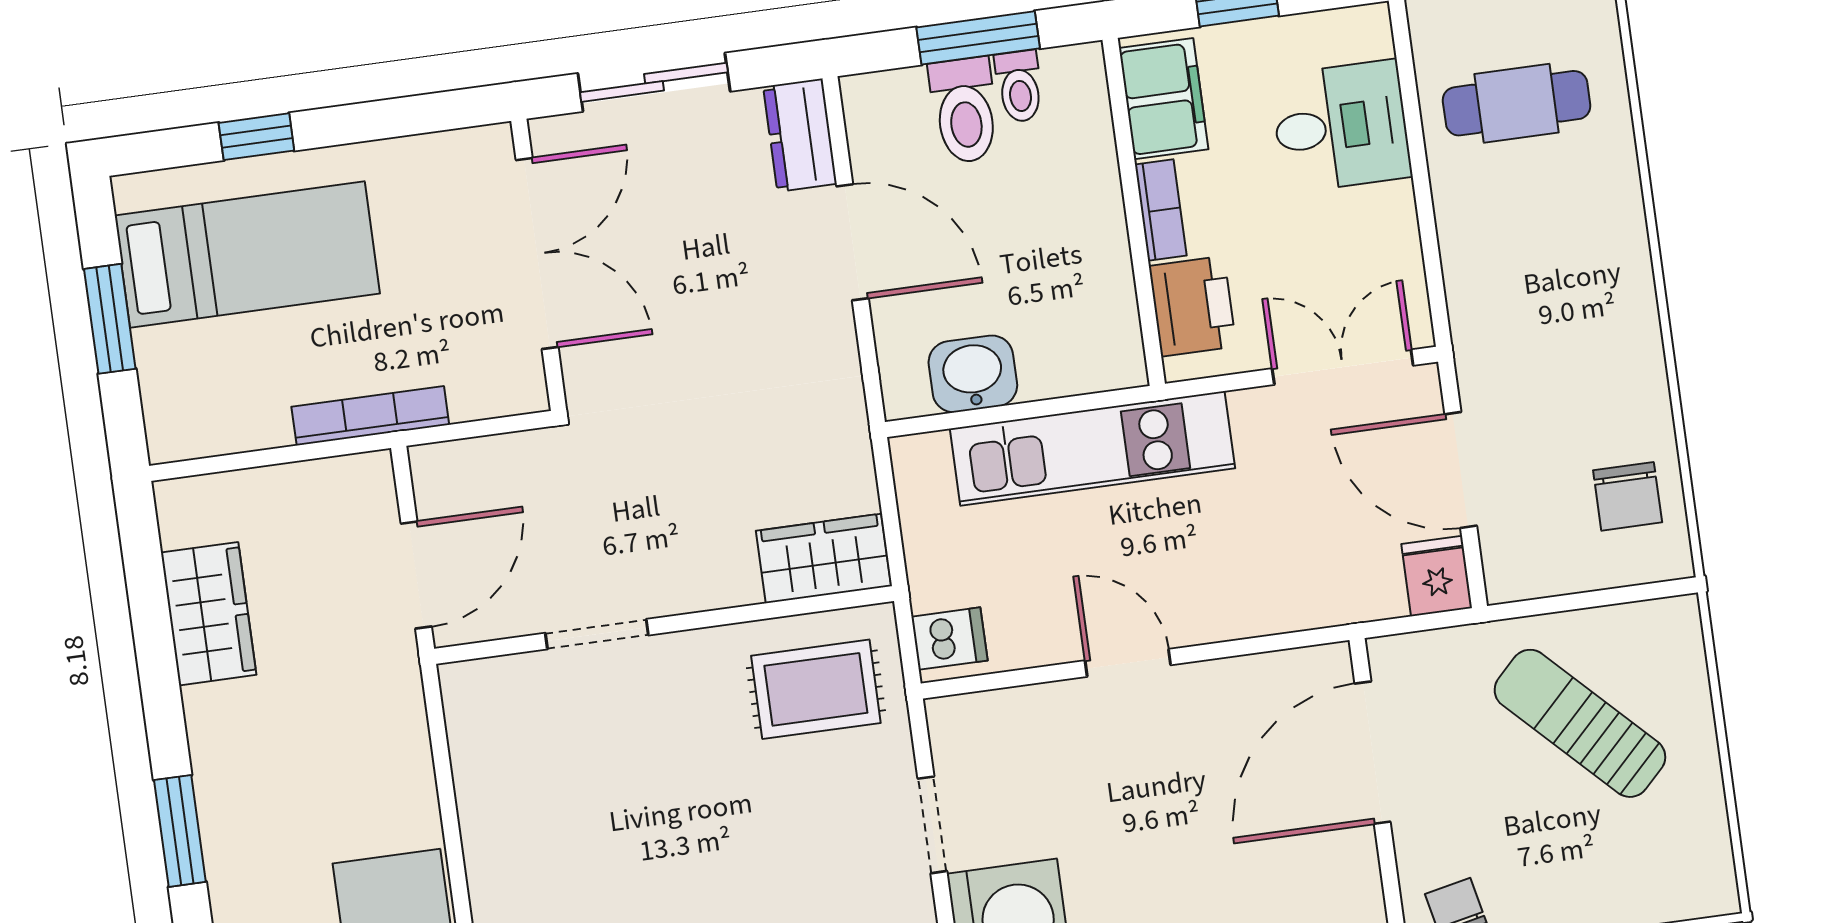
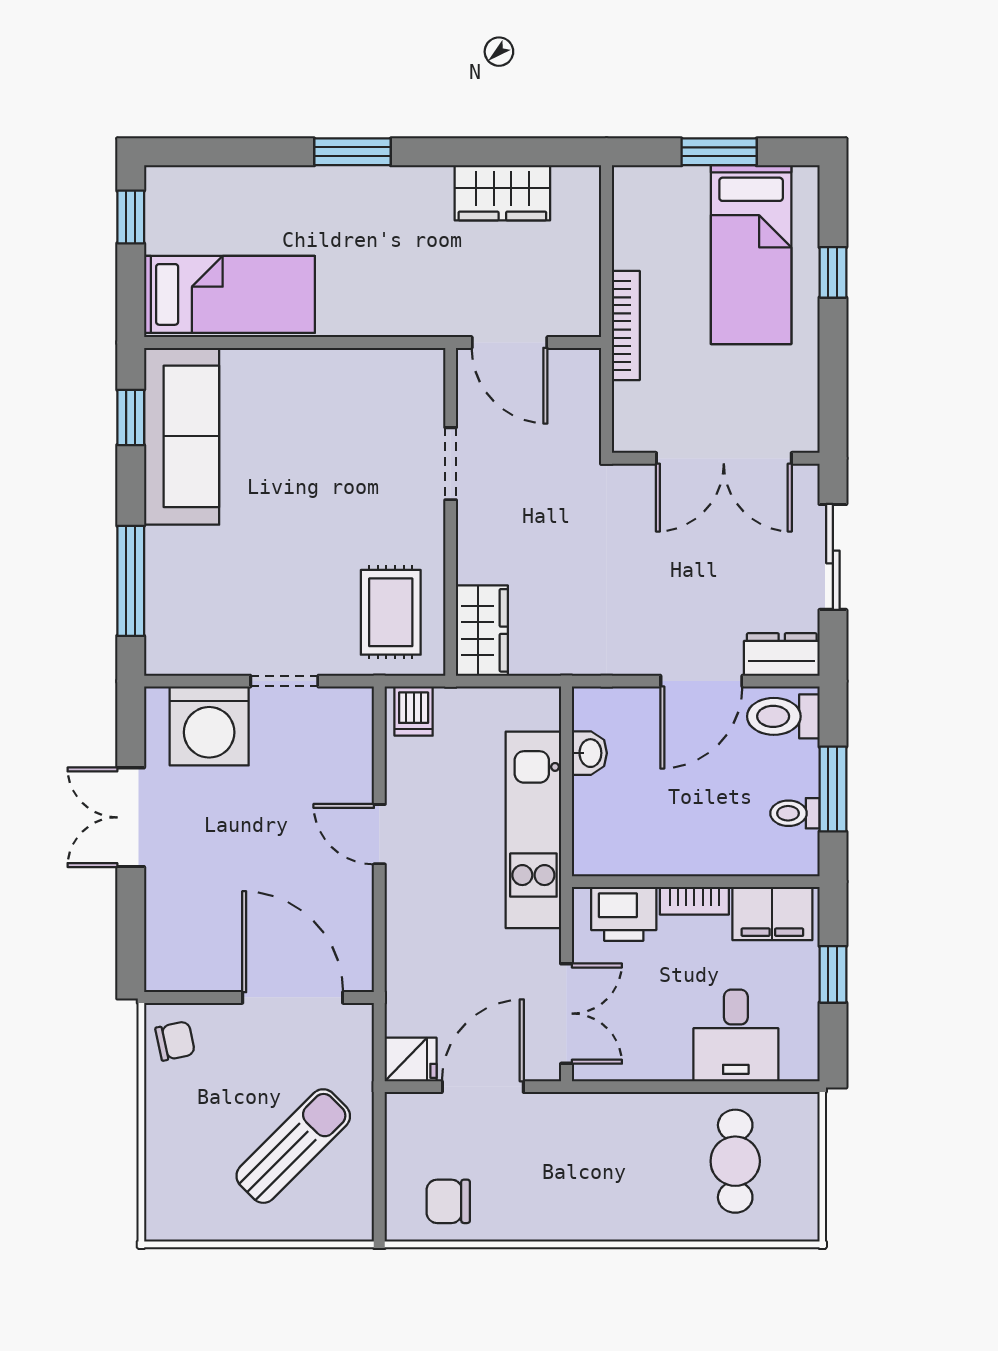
toilet: (965, 110) -> (783, 716), moved
washbasin: (973, 374) -> (589, 753), width x0.72, depth x0.69
door: (1128, 663) -> (379, 834), swing flipped

